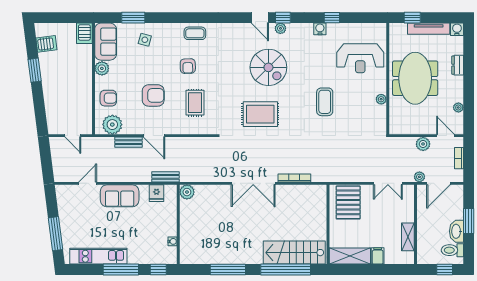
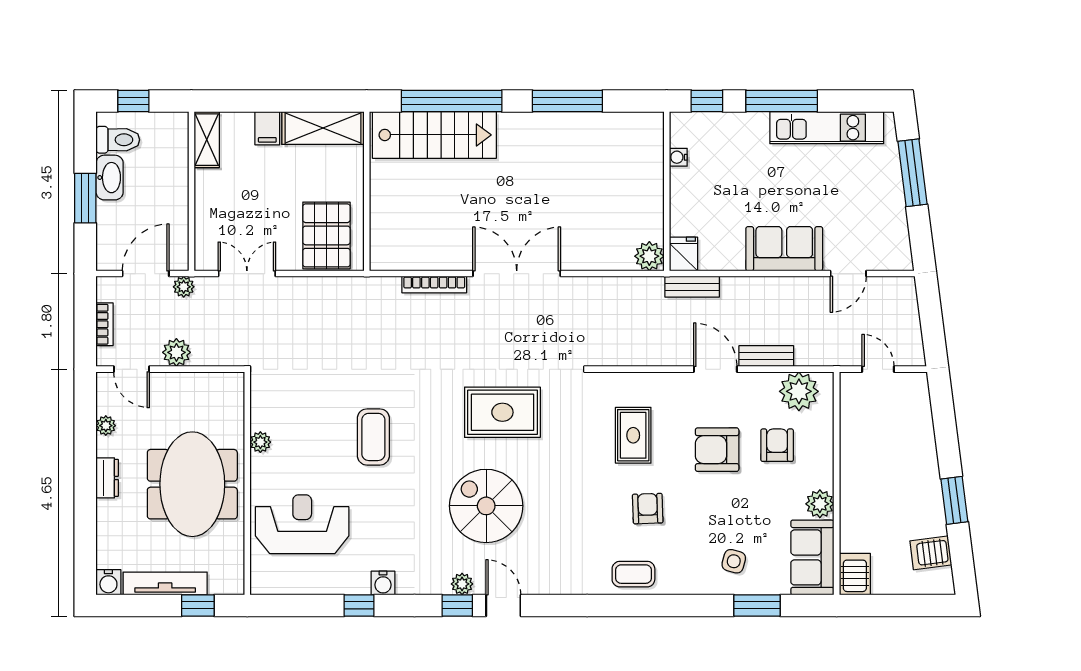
dresser: (458, 65) -> (107, 478), moved
armchair: (108, 98) -> (777, 445), moved, turned 90
fridge: (156, 193) -> (684, 254), moved
shelving: (408, 237) -> (207, 140), moved

